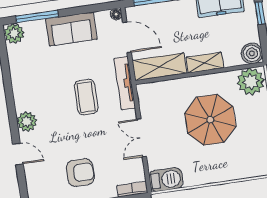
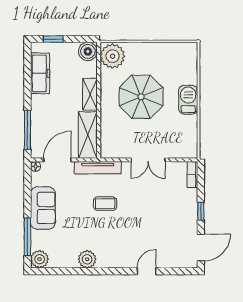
coffee table: (86, 97) -> (105, 204), width x0.73, depth x0.77
plant: (27, 122) -> (87, 259), moved
armchair: (80, 173) -> (171, 219), removed
barbecue: (166, 180) -> (188, 100), moved

